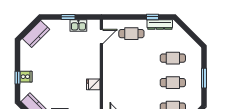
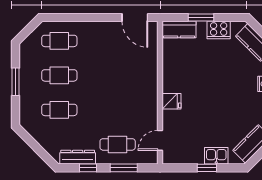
window: (127, 17) -> (124, 168), added
kitchen sink: (78, 26) -> (216, 156), moved
fridge: (93, 84) -> (171, 101), moved

